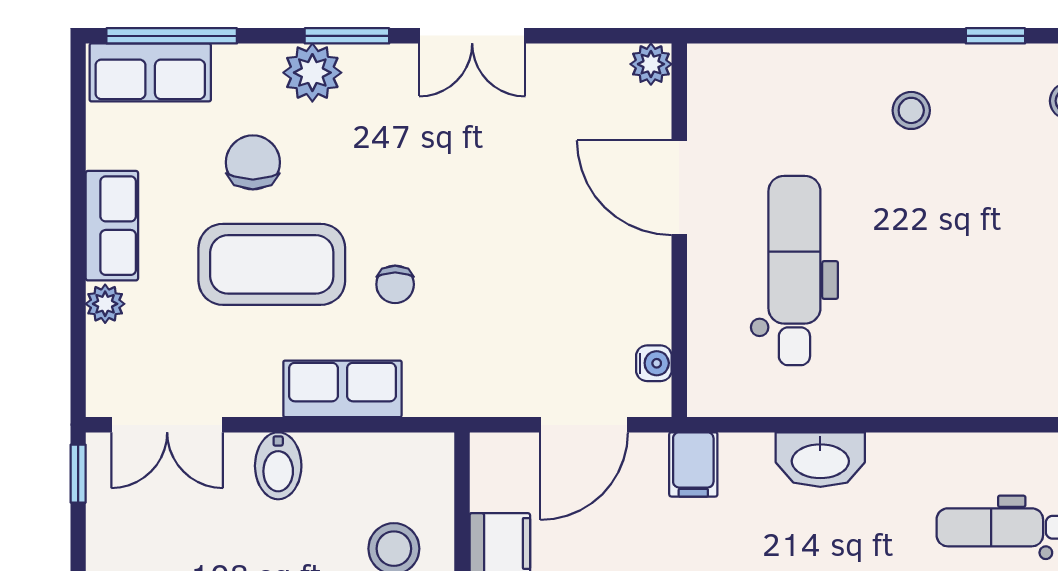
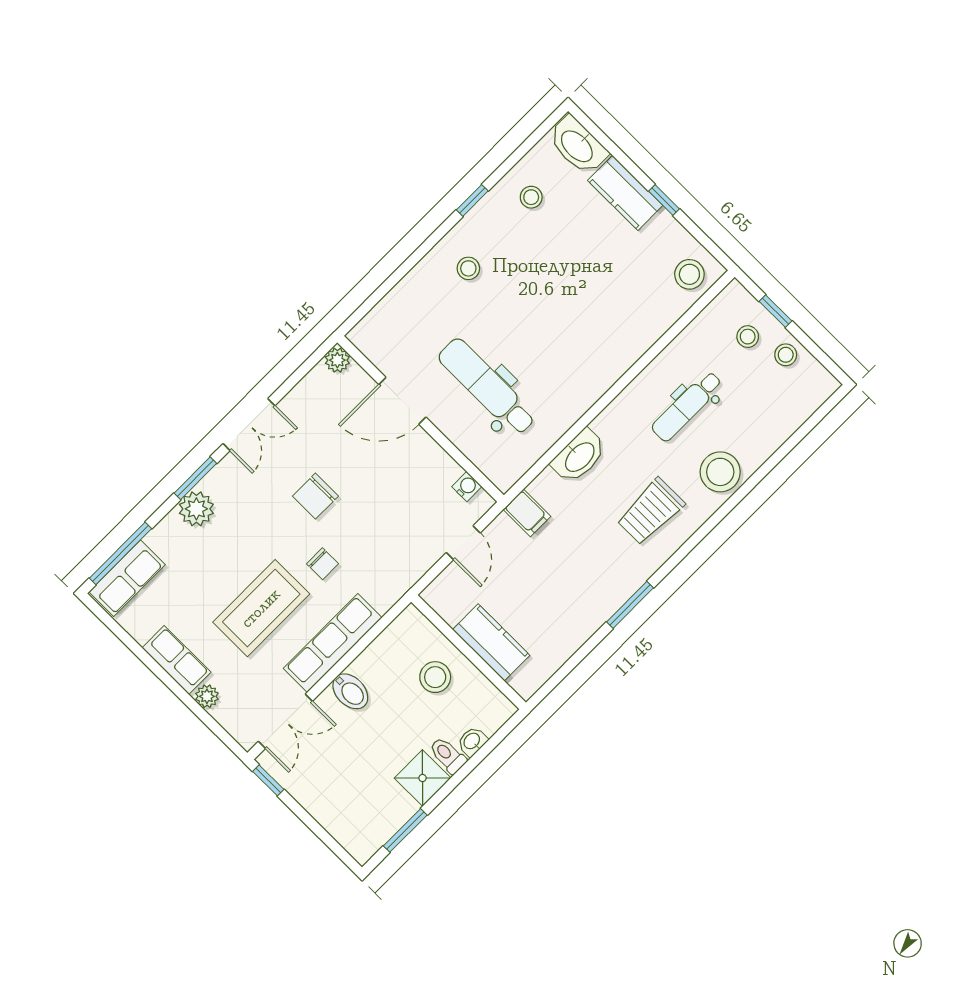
chair: (253, 162) -> (315, 496), moved, turned -90
row of seats: (342, 389) -> (333, 643), width x1.48
door: (584, 425) -> (463, 543), width x0.73

